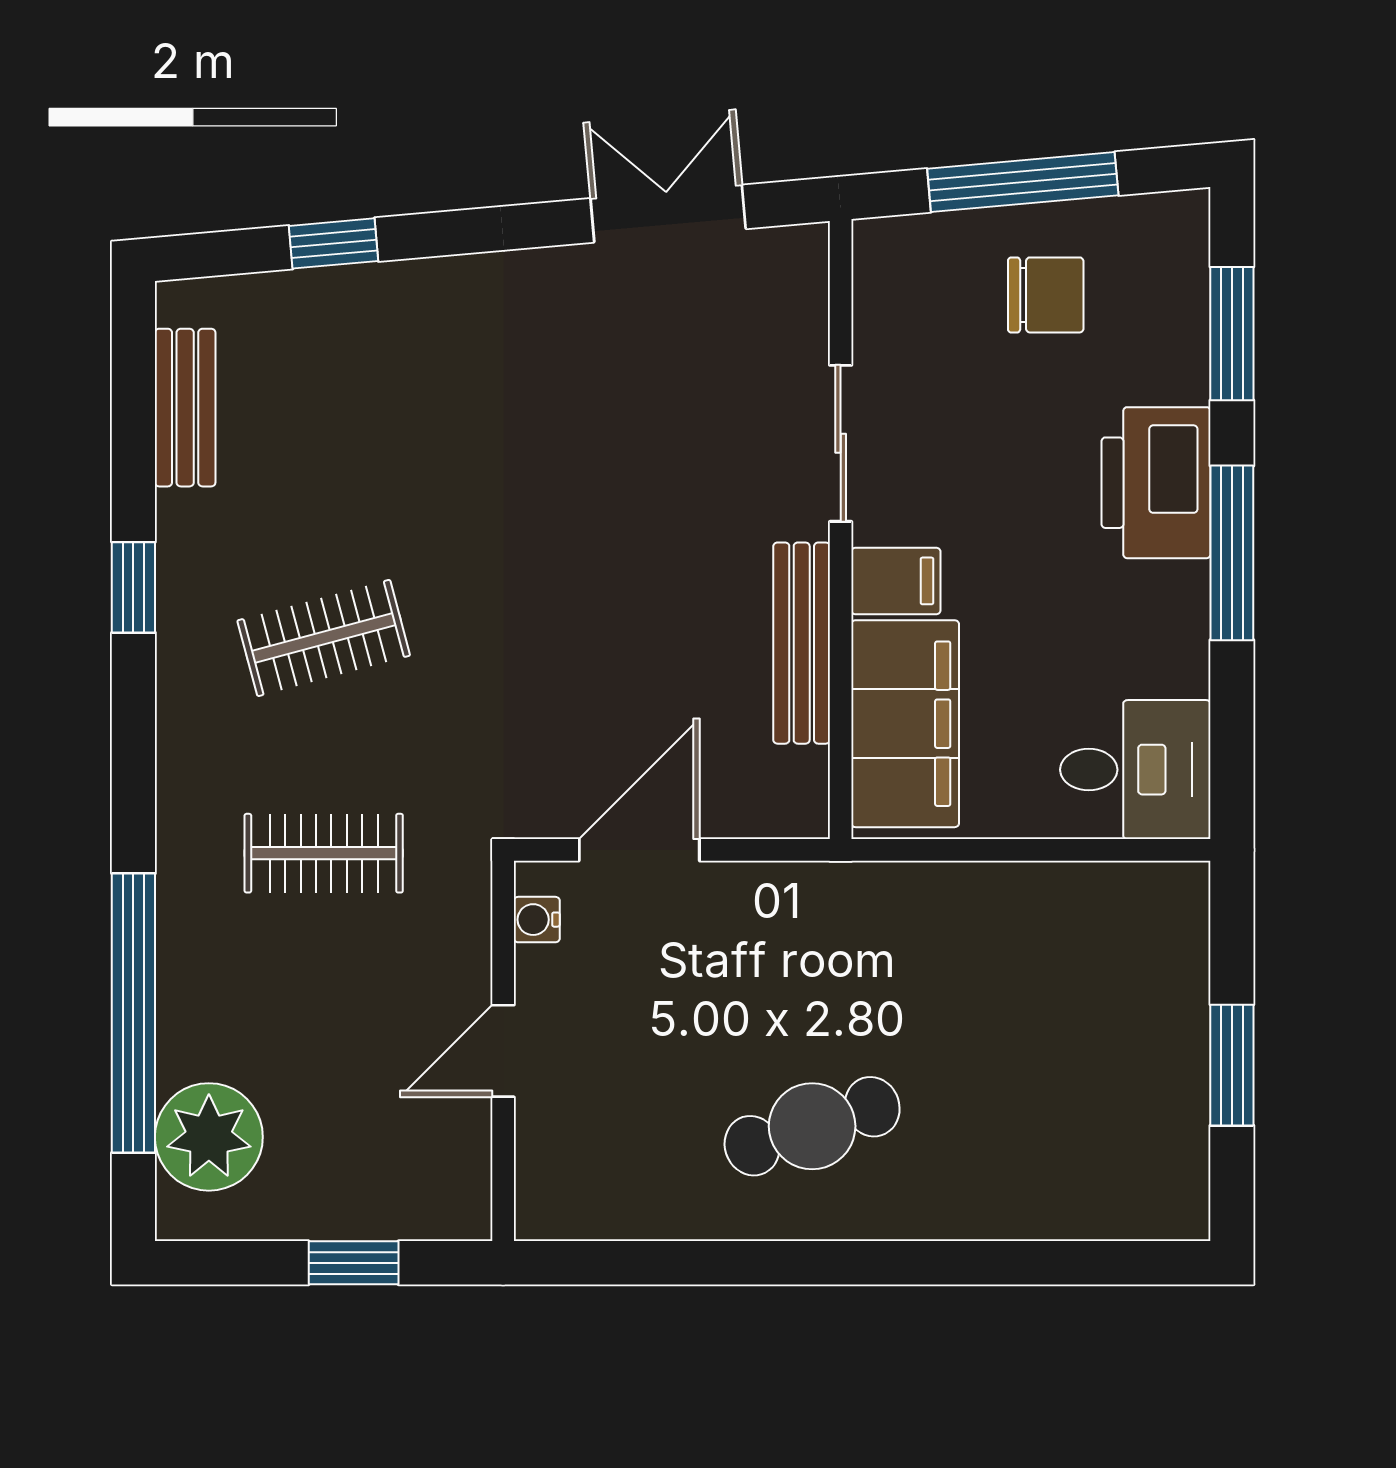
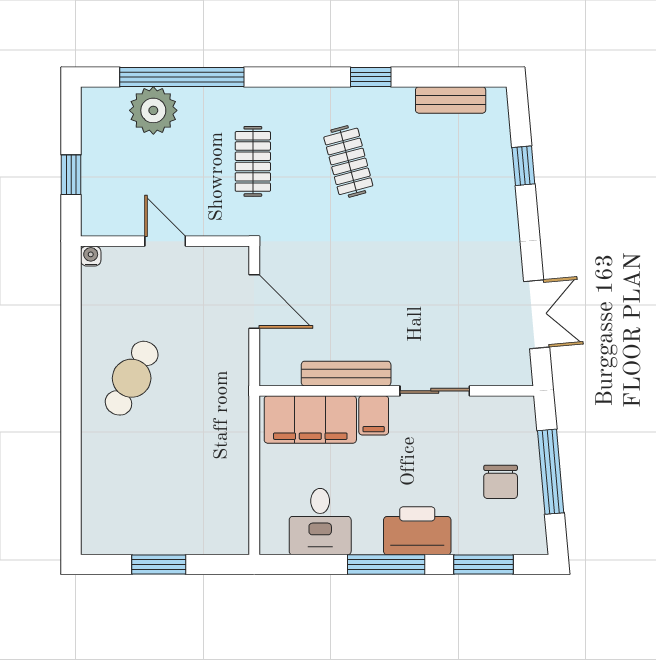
desk: (1135, 770) -> (320, 522), moved
water cooler: (537, 920) -> (91, 256), moved
cafe table: (812, 1126) -> (132, 378), turned 46
plant: (209, 1137) -> (153, 110), moved

